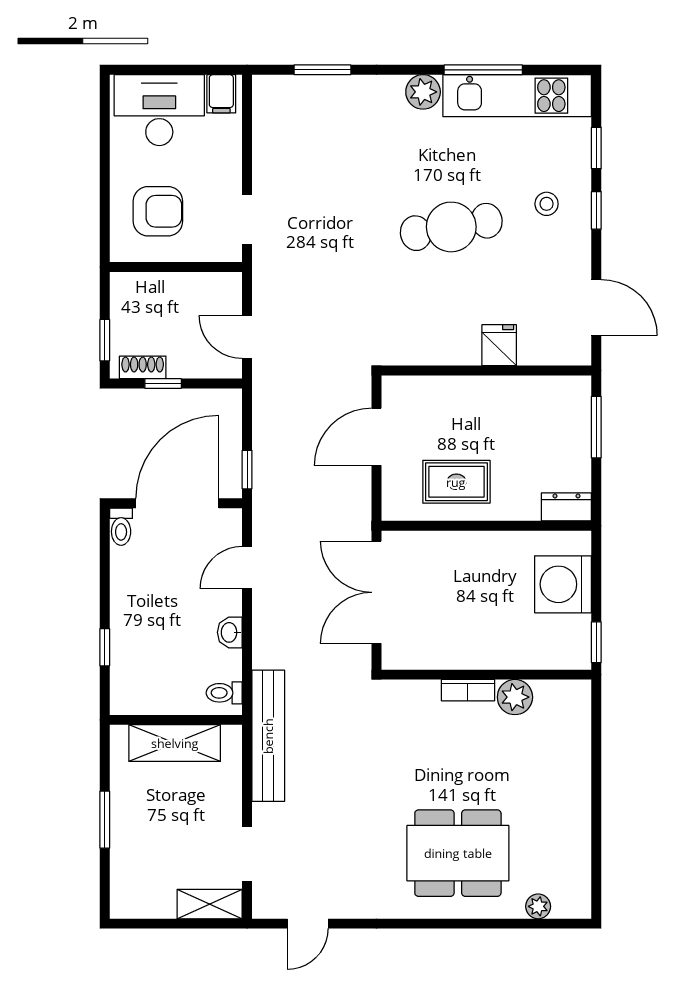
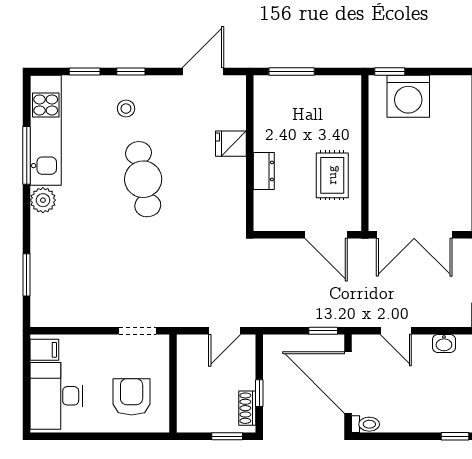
door: (376, 437) -> (326, 235), moved
dresser: (566, 507) -> (264, 171), moved, turned 180
window: (596, 642) -> (390, 72), moved

